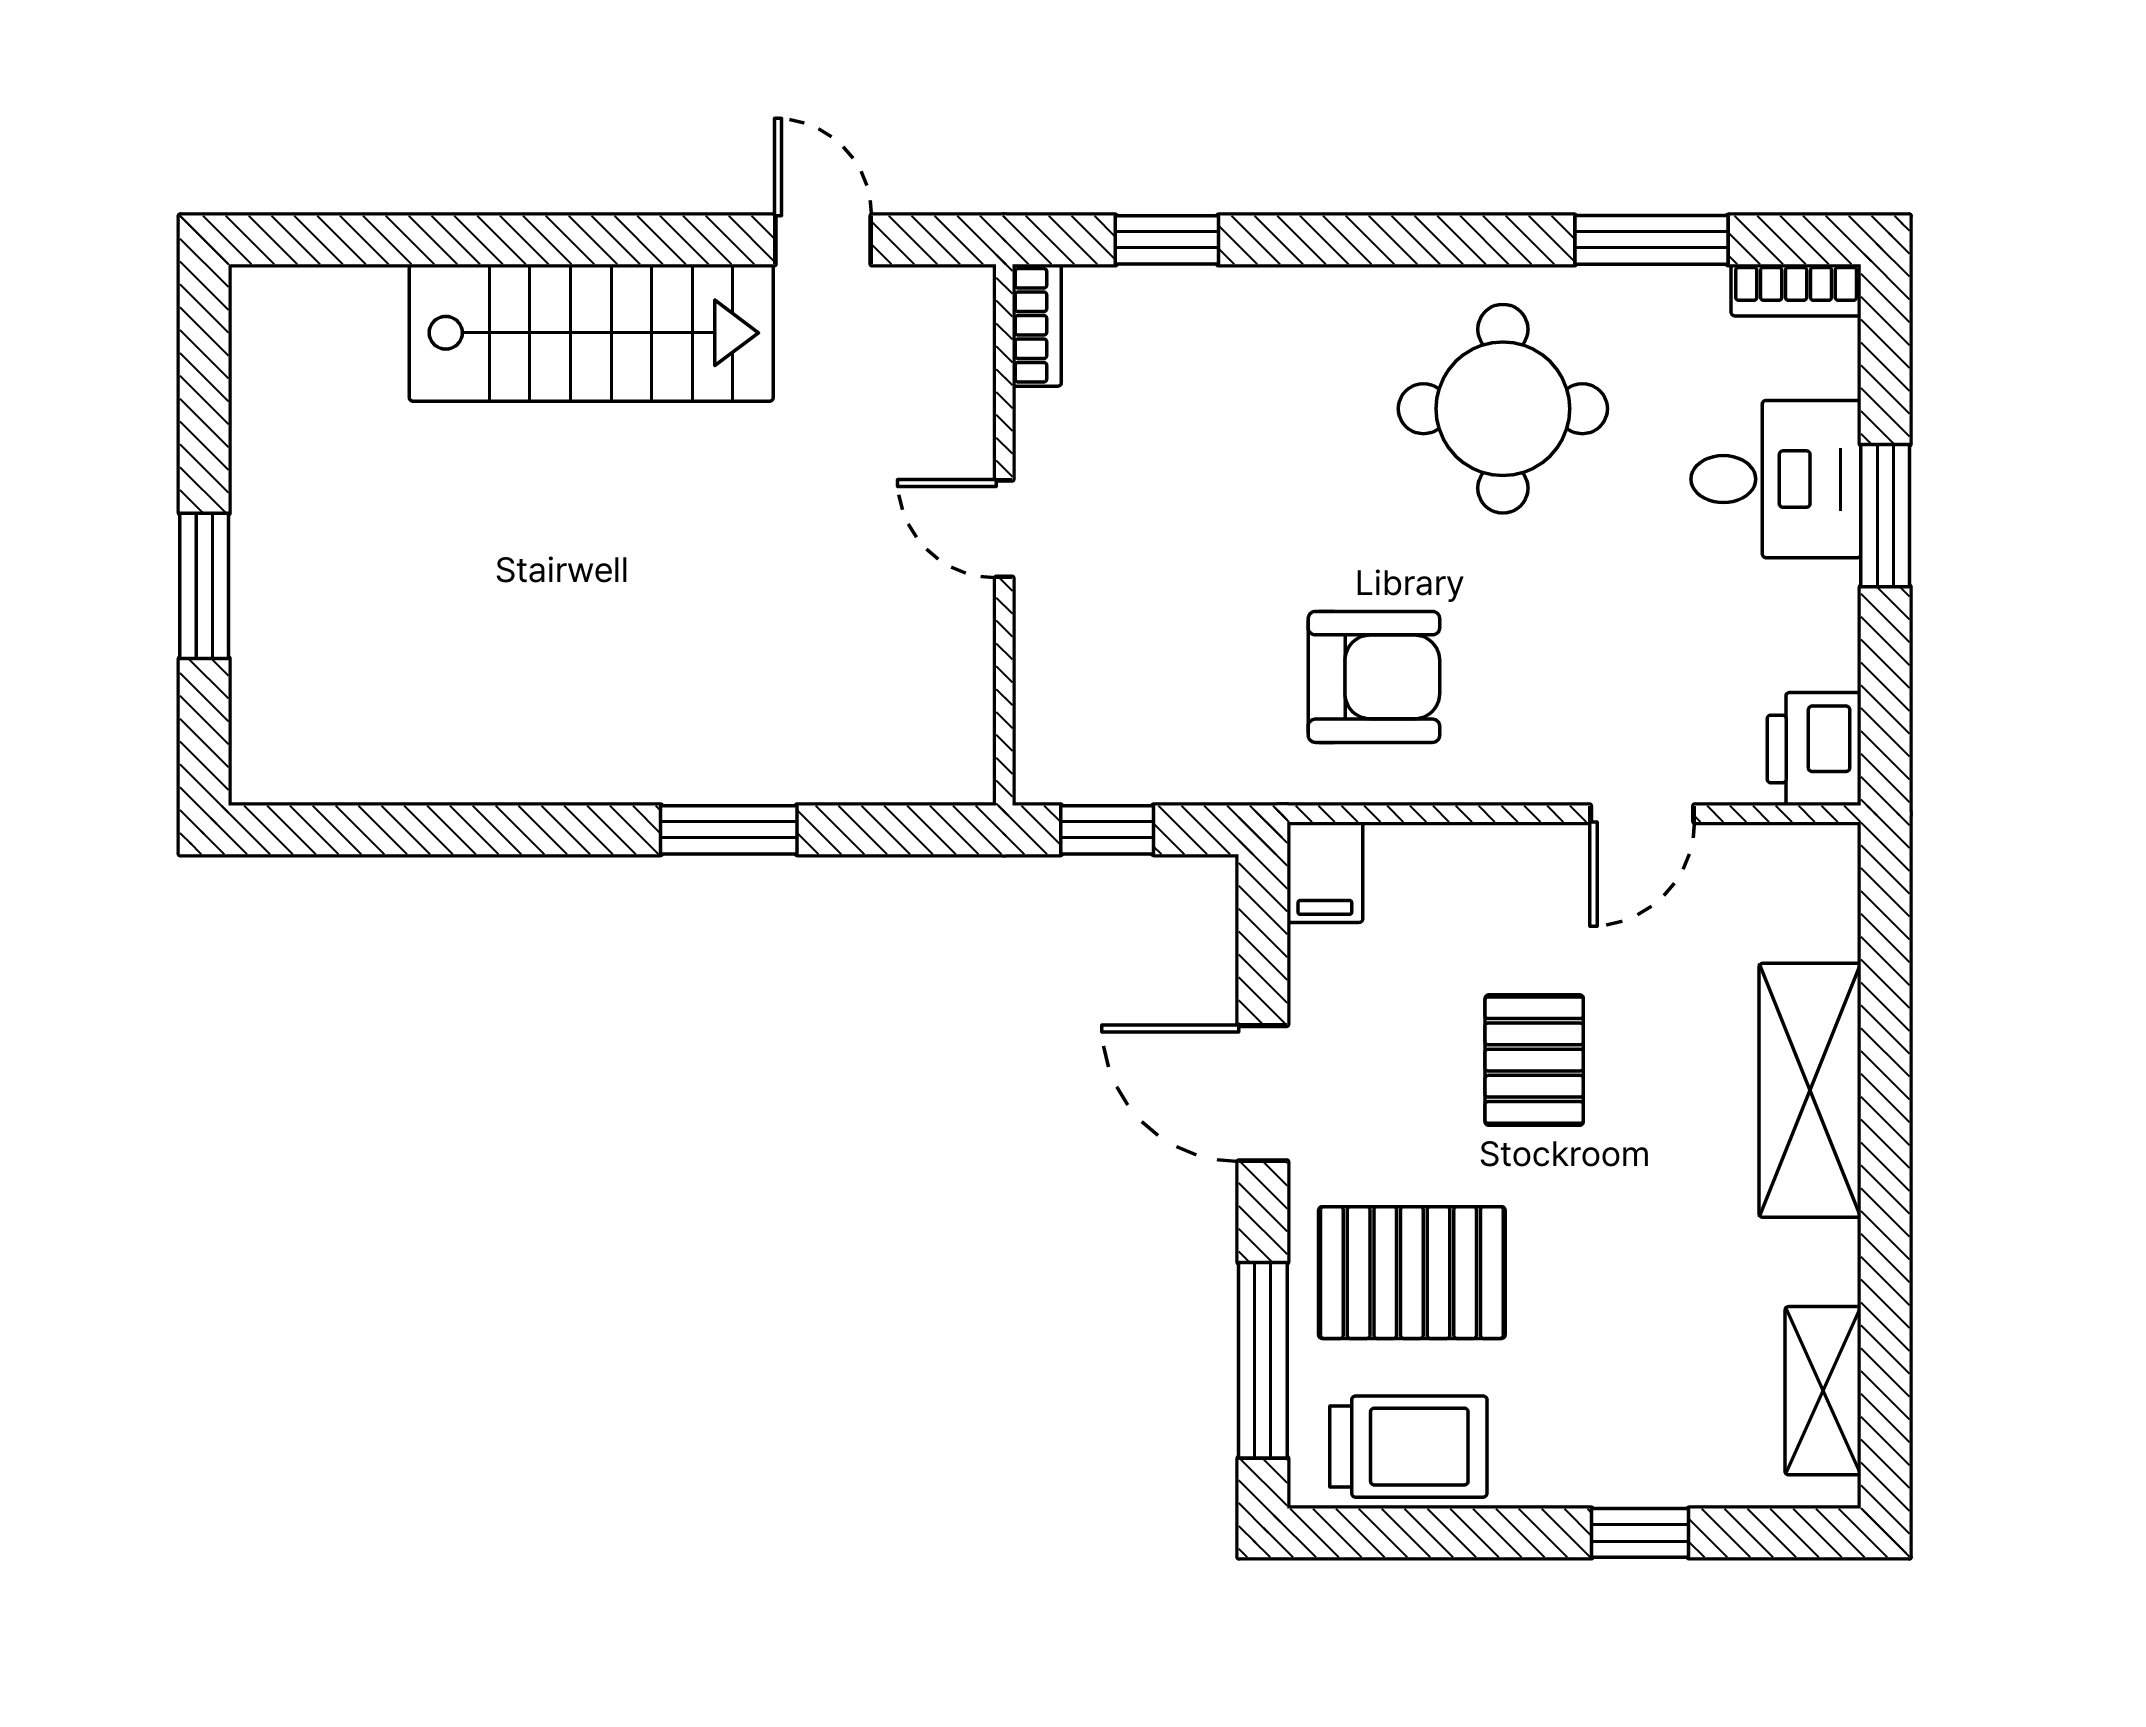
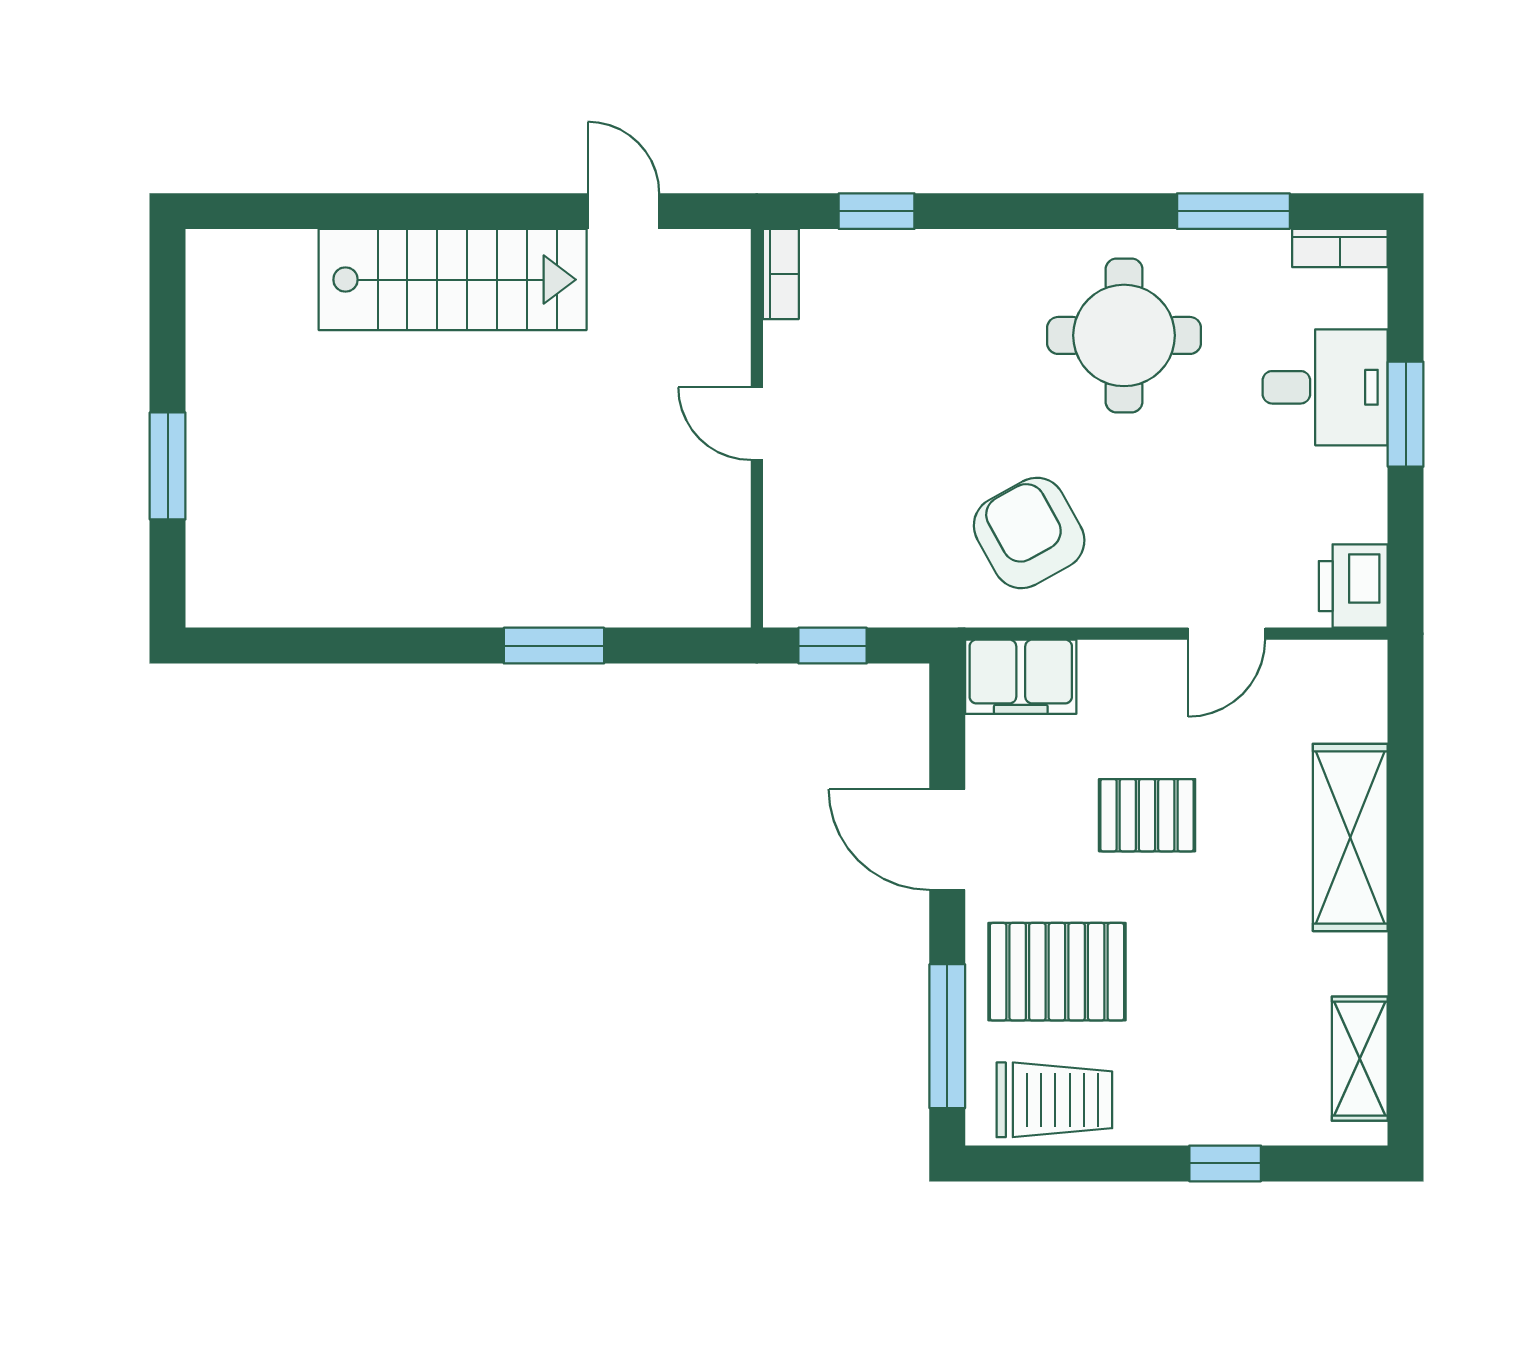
armchair: (1374, 677) -> (1029, 533), turned -119
filing cabinet: (1325, 872) -> (1021, 677), width x2.00
pallet: (1534, 1060) -> (1147, 815), turned 90

